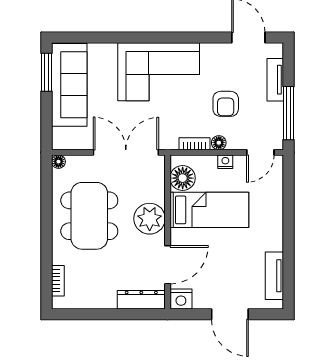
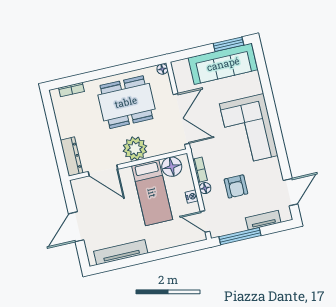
armchair: (226, 104) -> (236, 186), turned -90
tv unit: (274, 276) -> (121, 252), width x1.41
nightstand: (181, 299) -> (79, 187), removed

